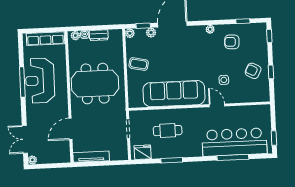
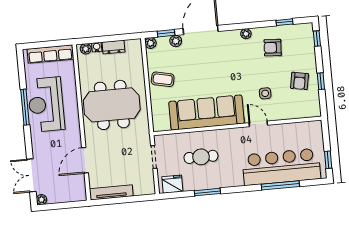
armchair: (253, 71) -> (299, 81), turned -107

